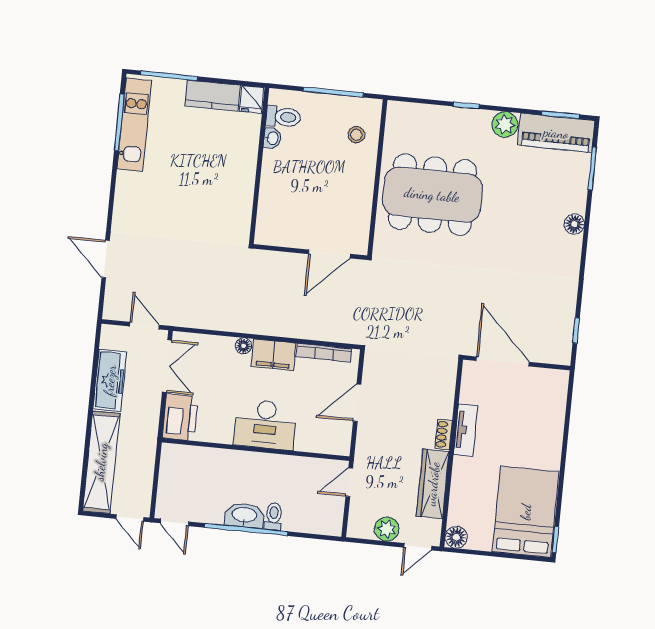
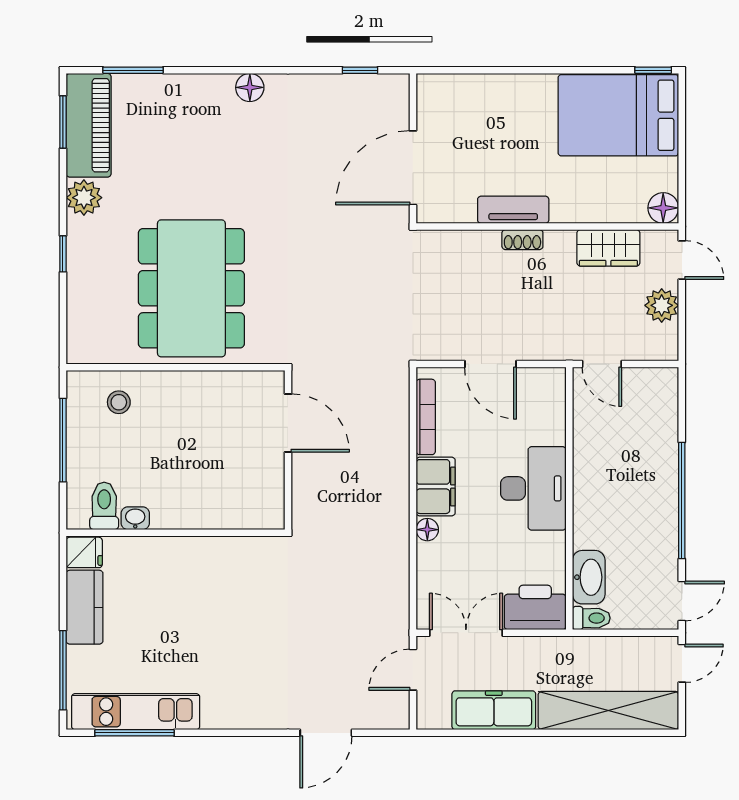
floor lamp: (574, 224) -> (250, 87), moved
wardrobe: (433, 484) -> (608, 248), width x0.67
washbasin: (244, 515) -> (589, 577), moved, turned 180
toilet: (274, 516) -> (591, 618), moved, turned 180

